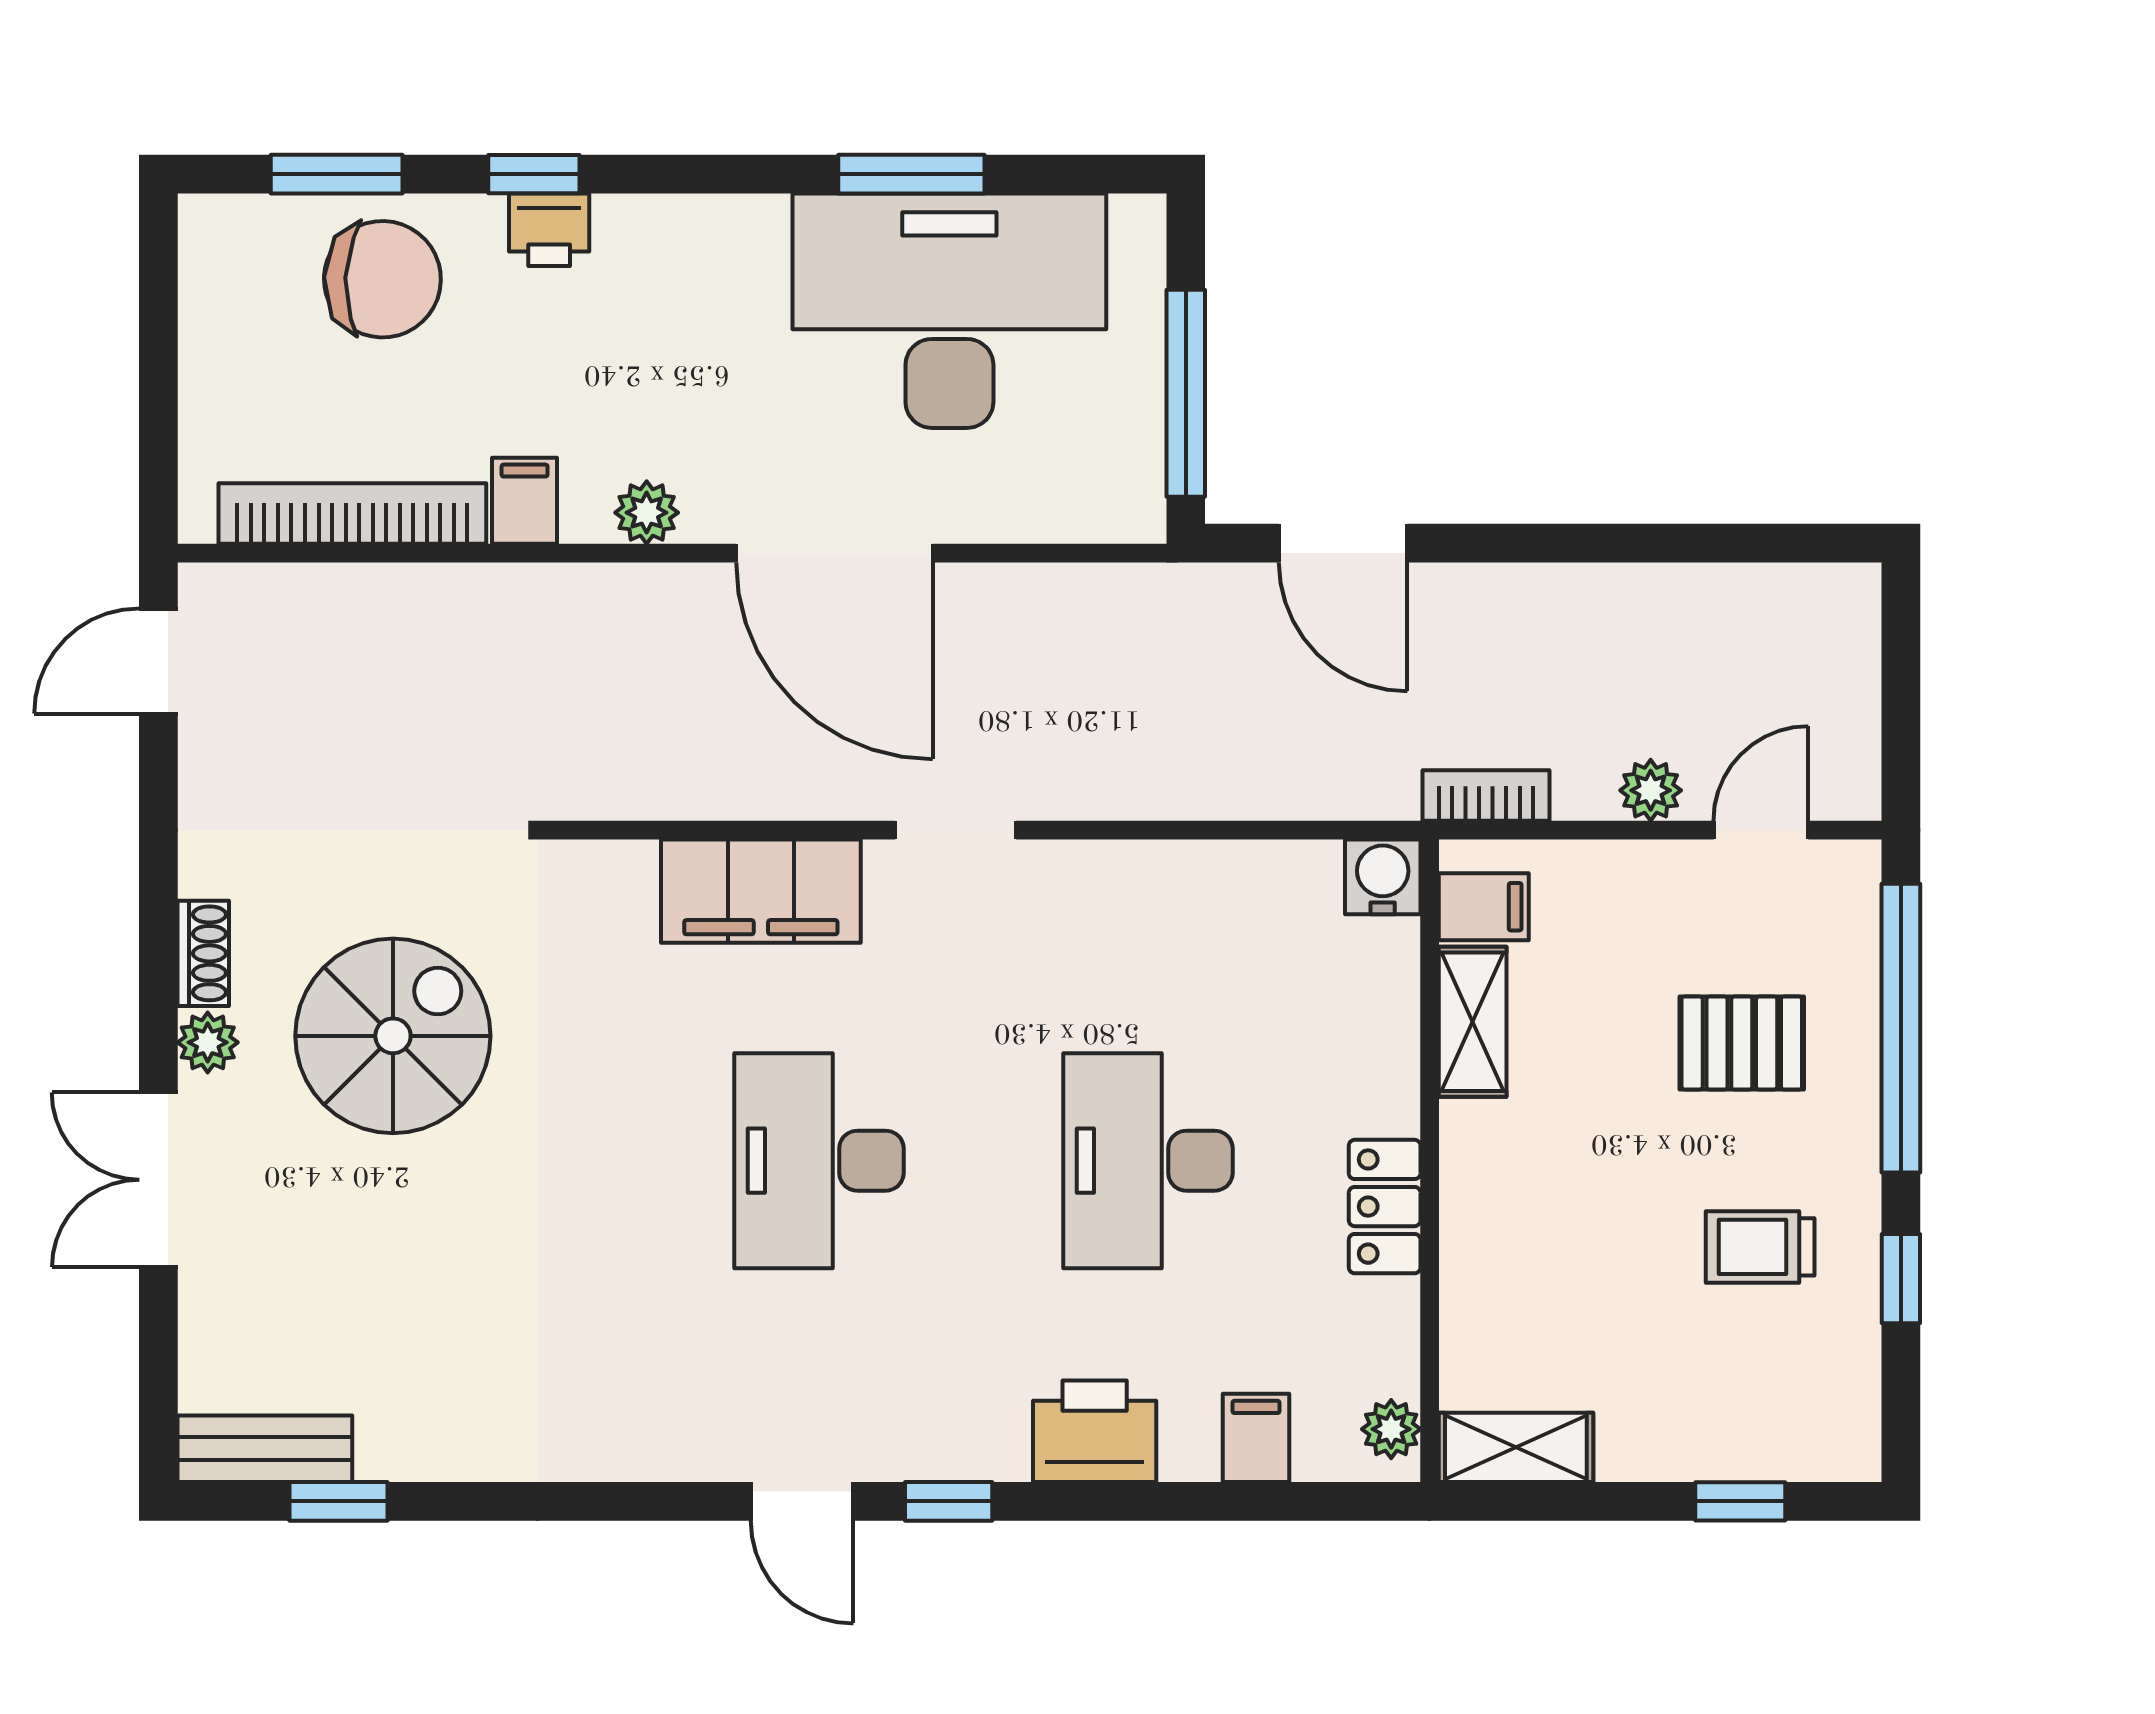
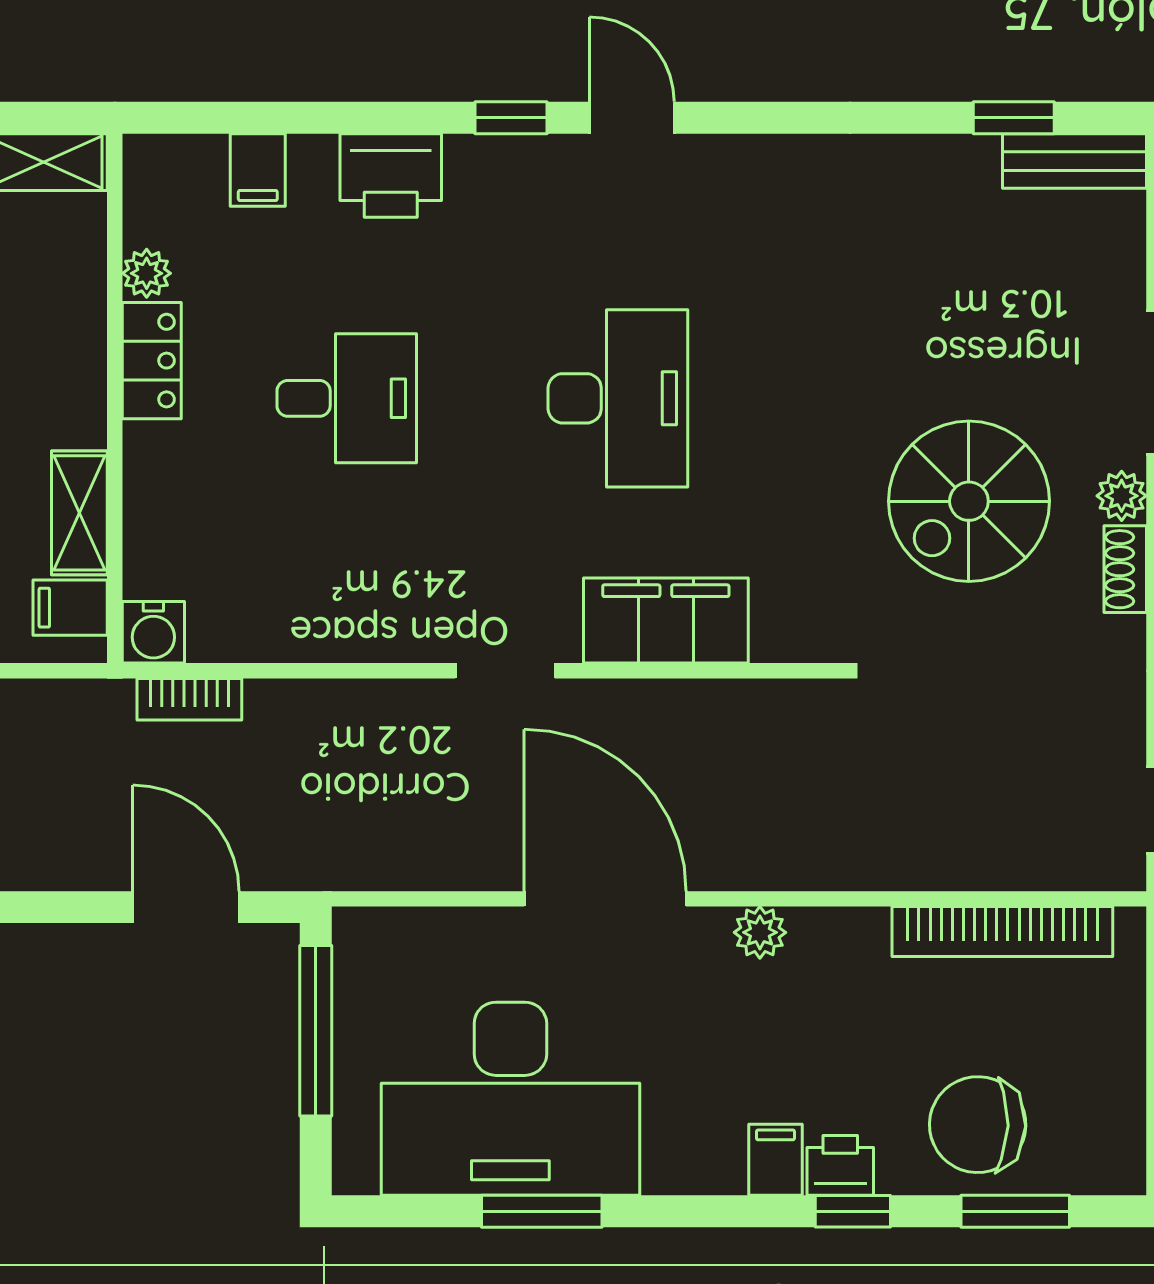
filing cabinet: (525, 501) -> (775, 1160), moved, turned 180
bookcase: (1486, 795) -> (189, 699), moved
desk: (1148, 1161) -> (347, 398), width x0.73
plant: (1391, 1429) -> (147, 273), moved

